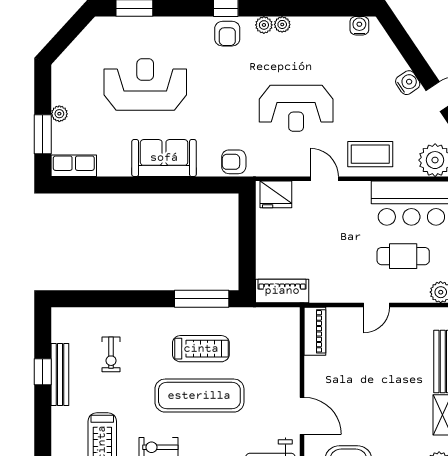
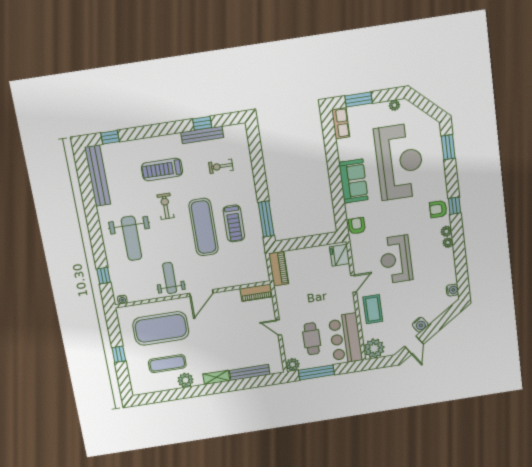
reception desk: (145, 85) -> (399, 162), width x1.36, depth x1.30
plant: (59, 114) -> (394, 105), moved

